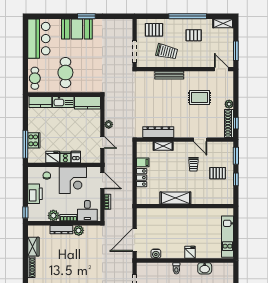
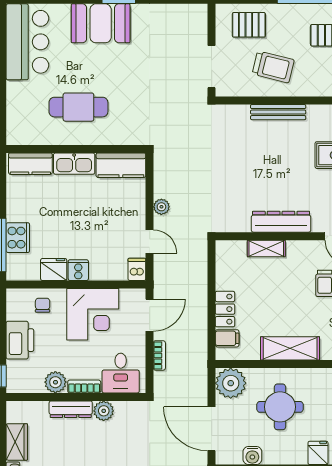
cafe table: (65, 73) -> (78, 107), turned 90
cafe table: (35, 78) -> (20, 118), removed
dresser: (158, 132) -> (281, 222), moved
dishwasher: (76, 157) -> (137, 269), moved
filing cabinet: (143, 162) -> (227, 338), moved
door: (102, 181) -> (150, 315), hinge flipped
plant: (145, 216) -> (231, 383), added
round table: (170, 228) -> (280, 407), added
door: (135, 240) -> (212, 429), hinge flipped

